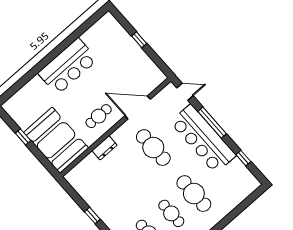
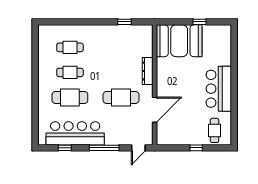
cafe table: (99, 116) -> (215, 130), moved
bar counter: (203, 139) -> (75, 133), moved
dresser: (105, 148) -> (148, 71), width x1.44
window: (92, 216) -> (125, 22), moved

